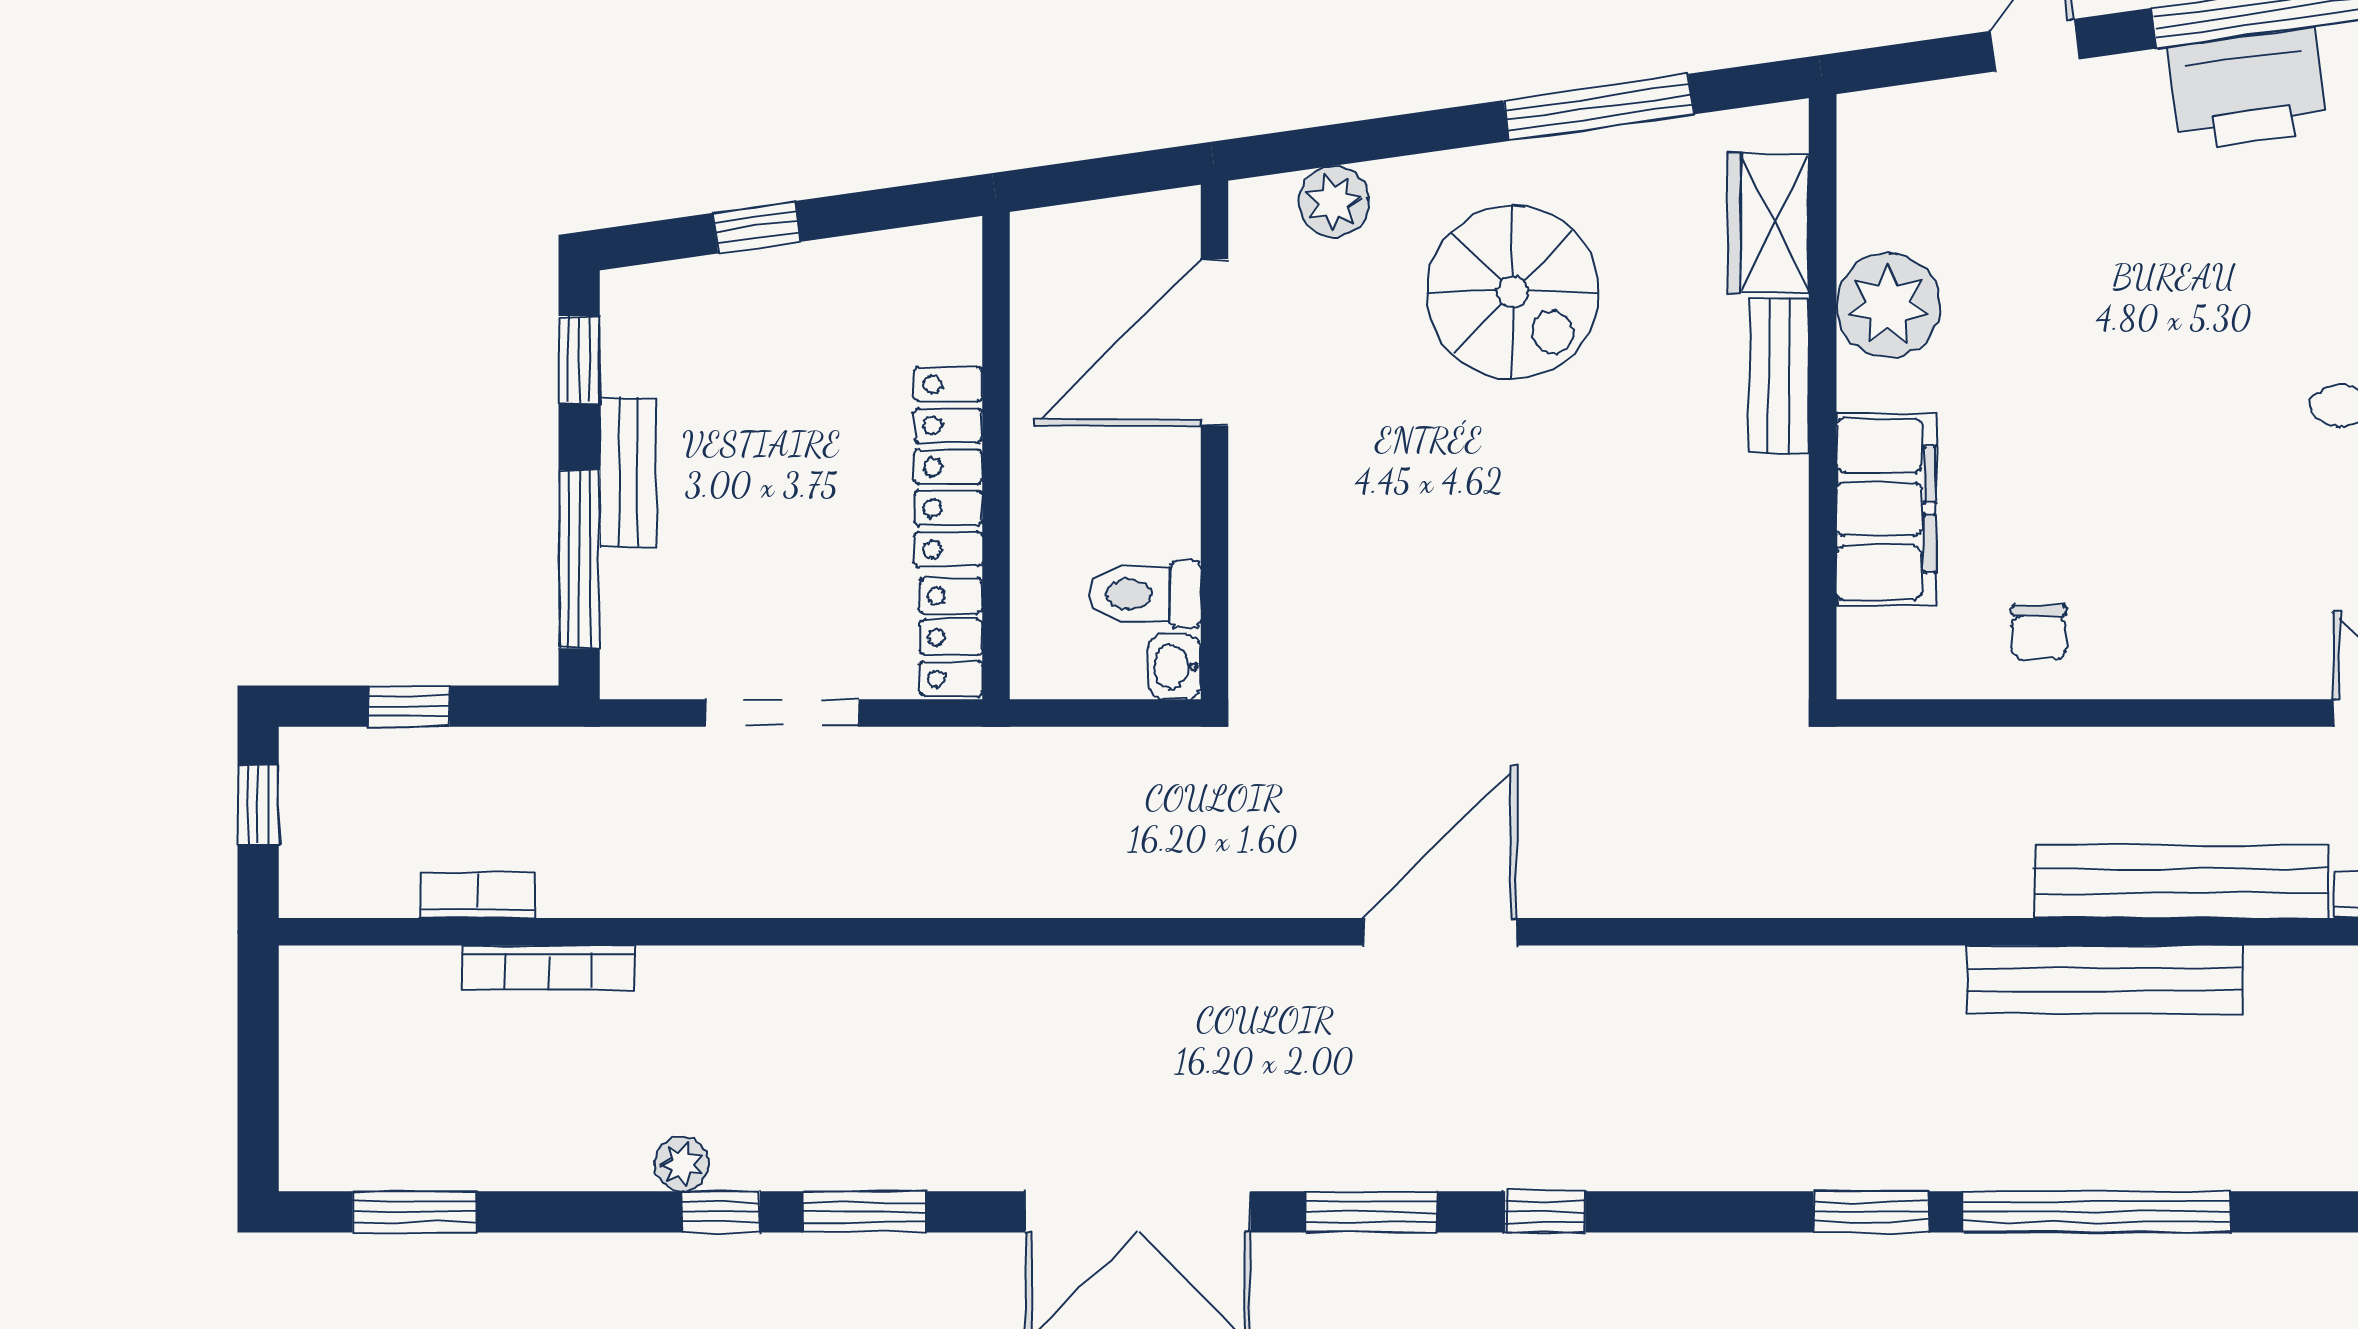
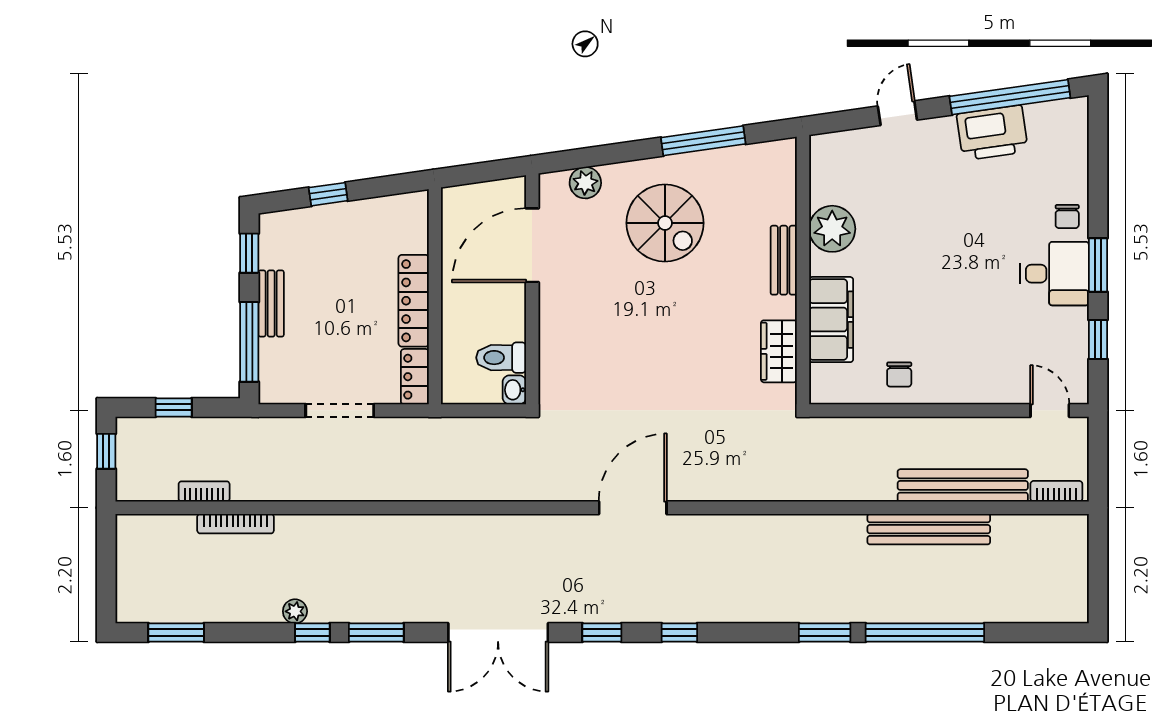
wardrobe: (1769, 223) -> (779, 351), moved
window: (1371, 1212) -> (602, 632), width x0.67

